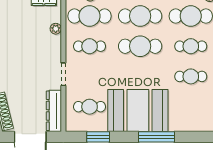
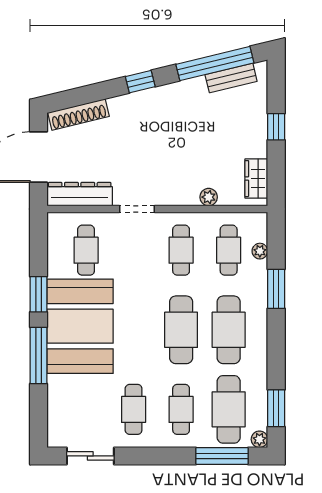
cafe table: (90, 16) -> (229, 250), width x0.73, depth x0.74
window: (98, 137) -> (39, 294), moved

